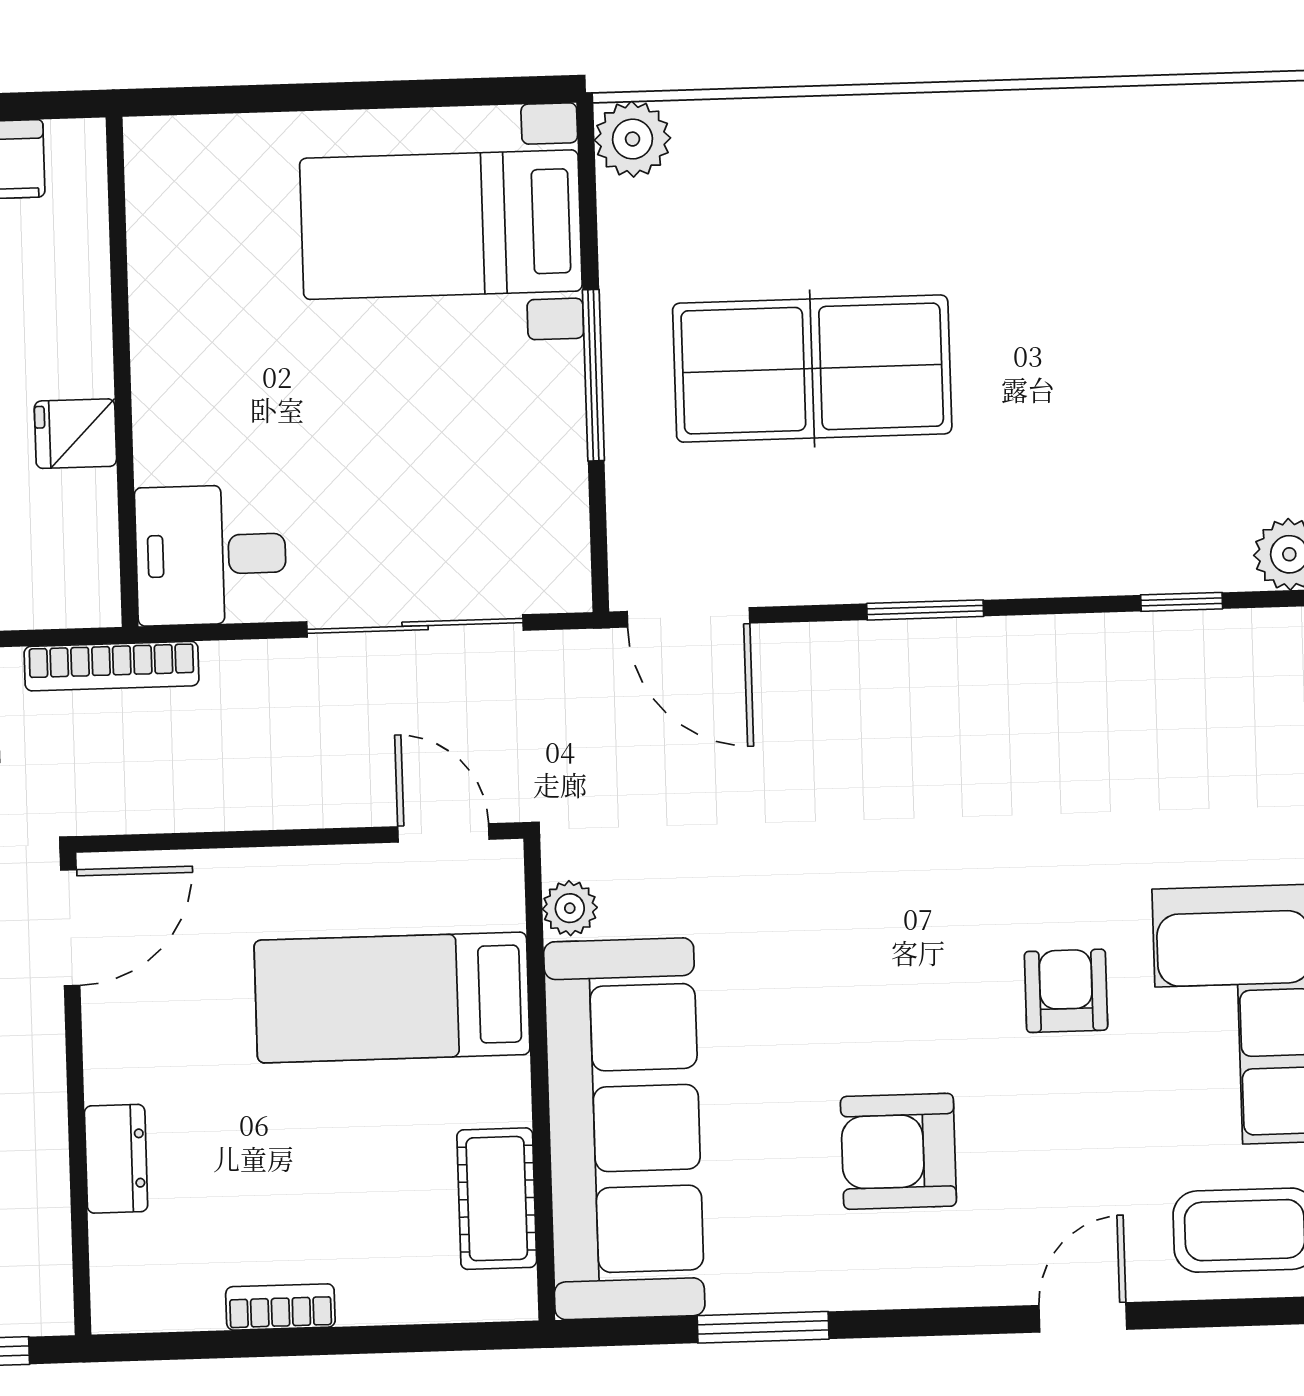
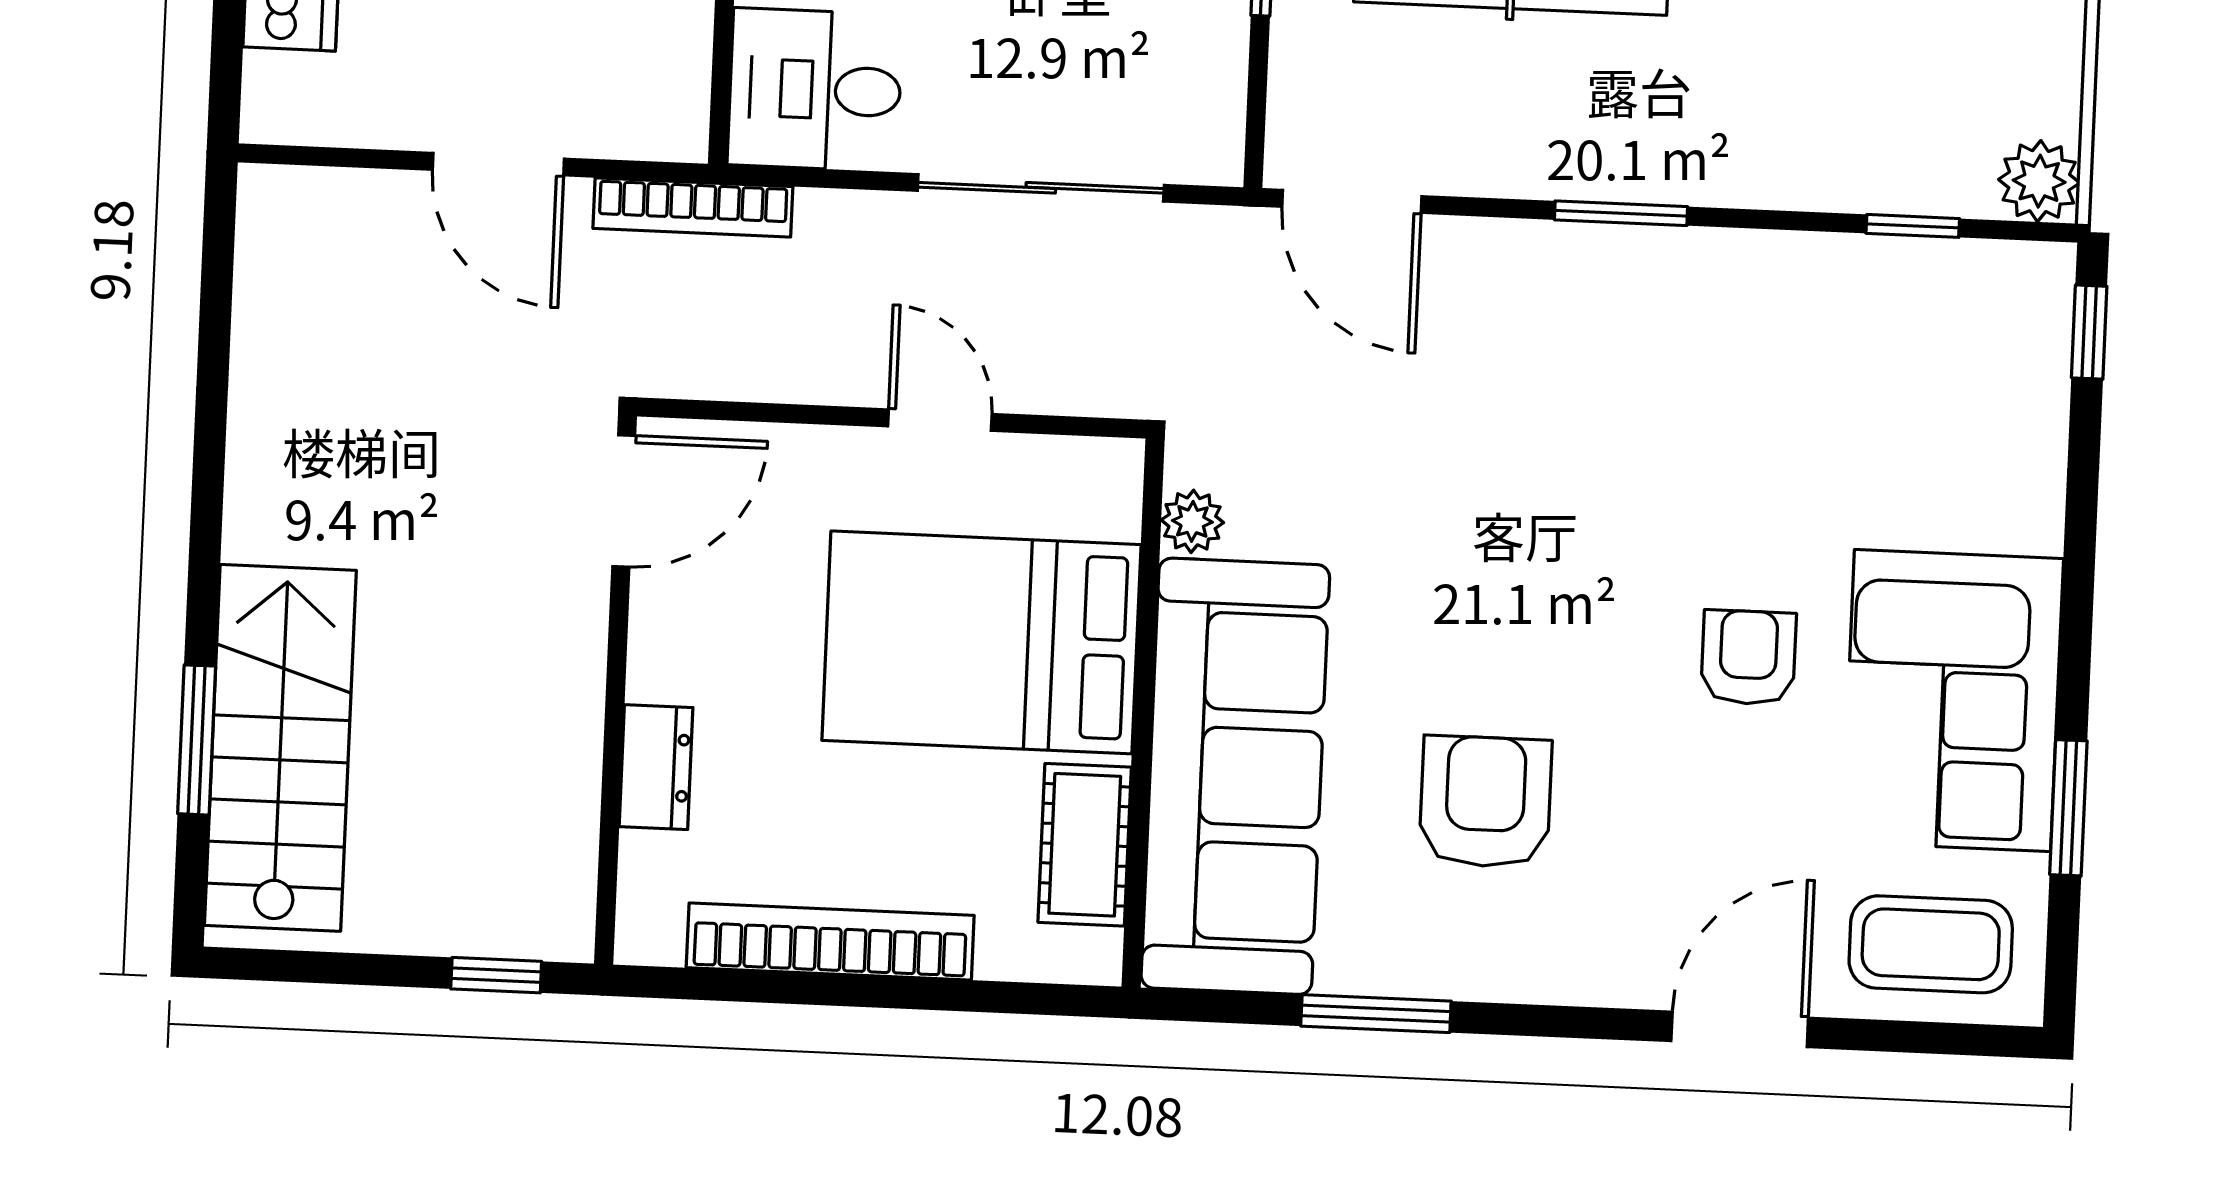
door: (443, 833) -> (940, 420), moved
bed: (392, 997) -> (981, 642), width x1.50
armchair: (898, 1151) -> (1485, 802), moved, turned 90
bookcase: (280, 1307) -> (830, 942), width x2.31, depth x1.31
door: (1083, 1317) -> (1740, 1029), width x1.38

